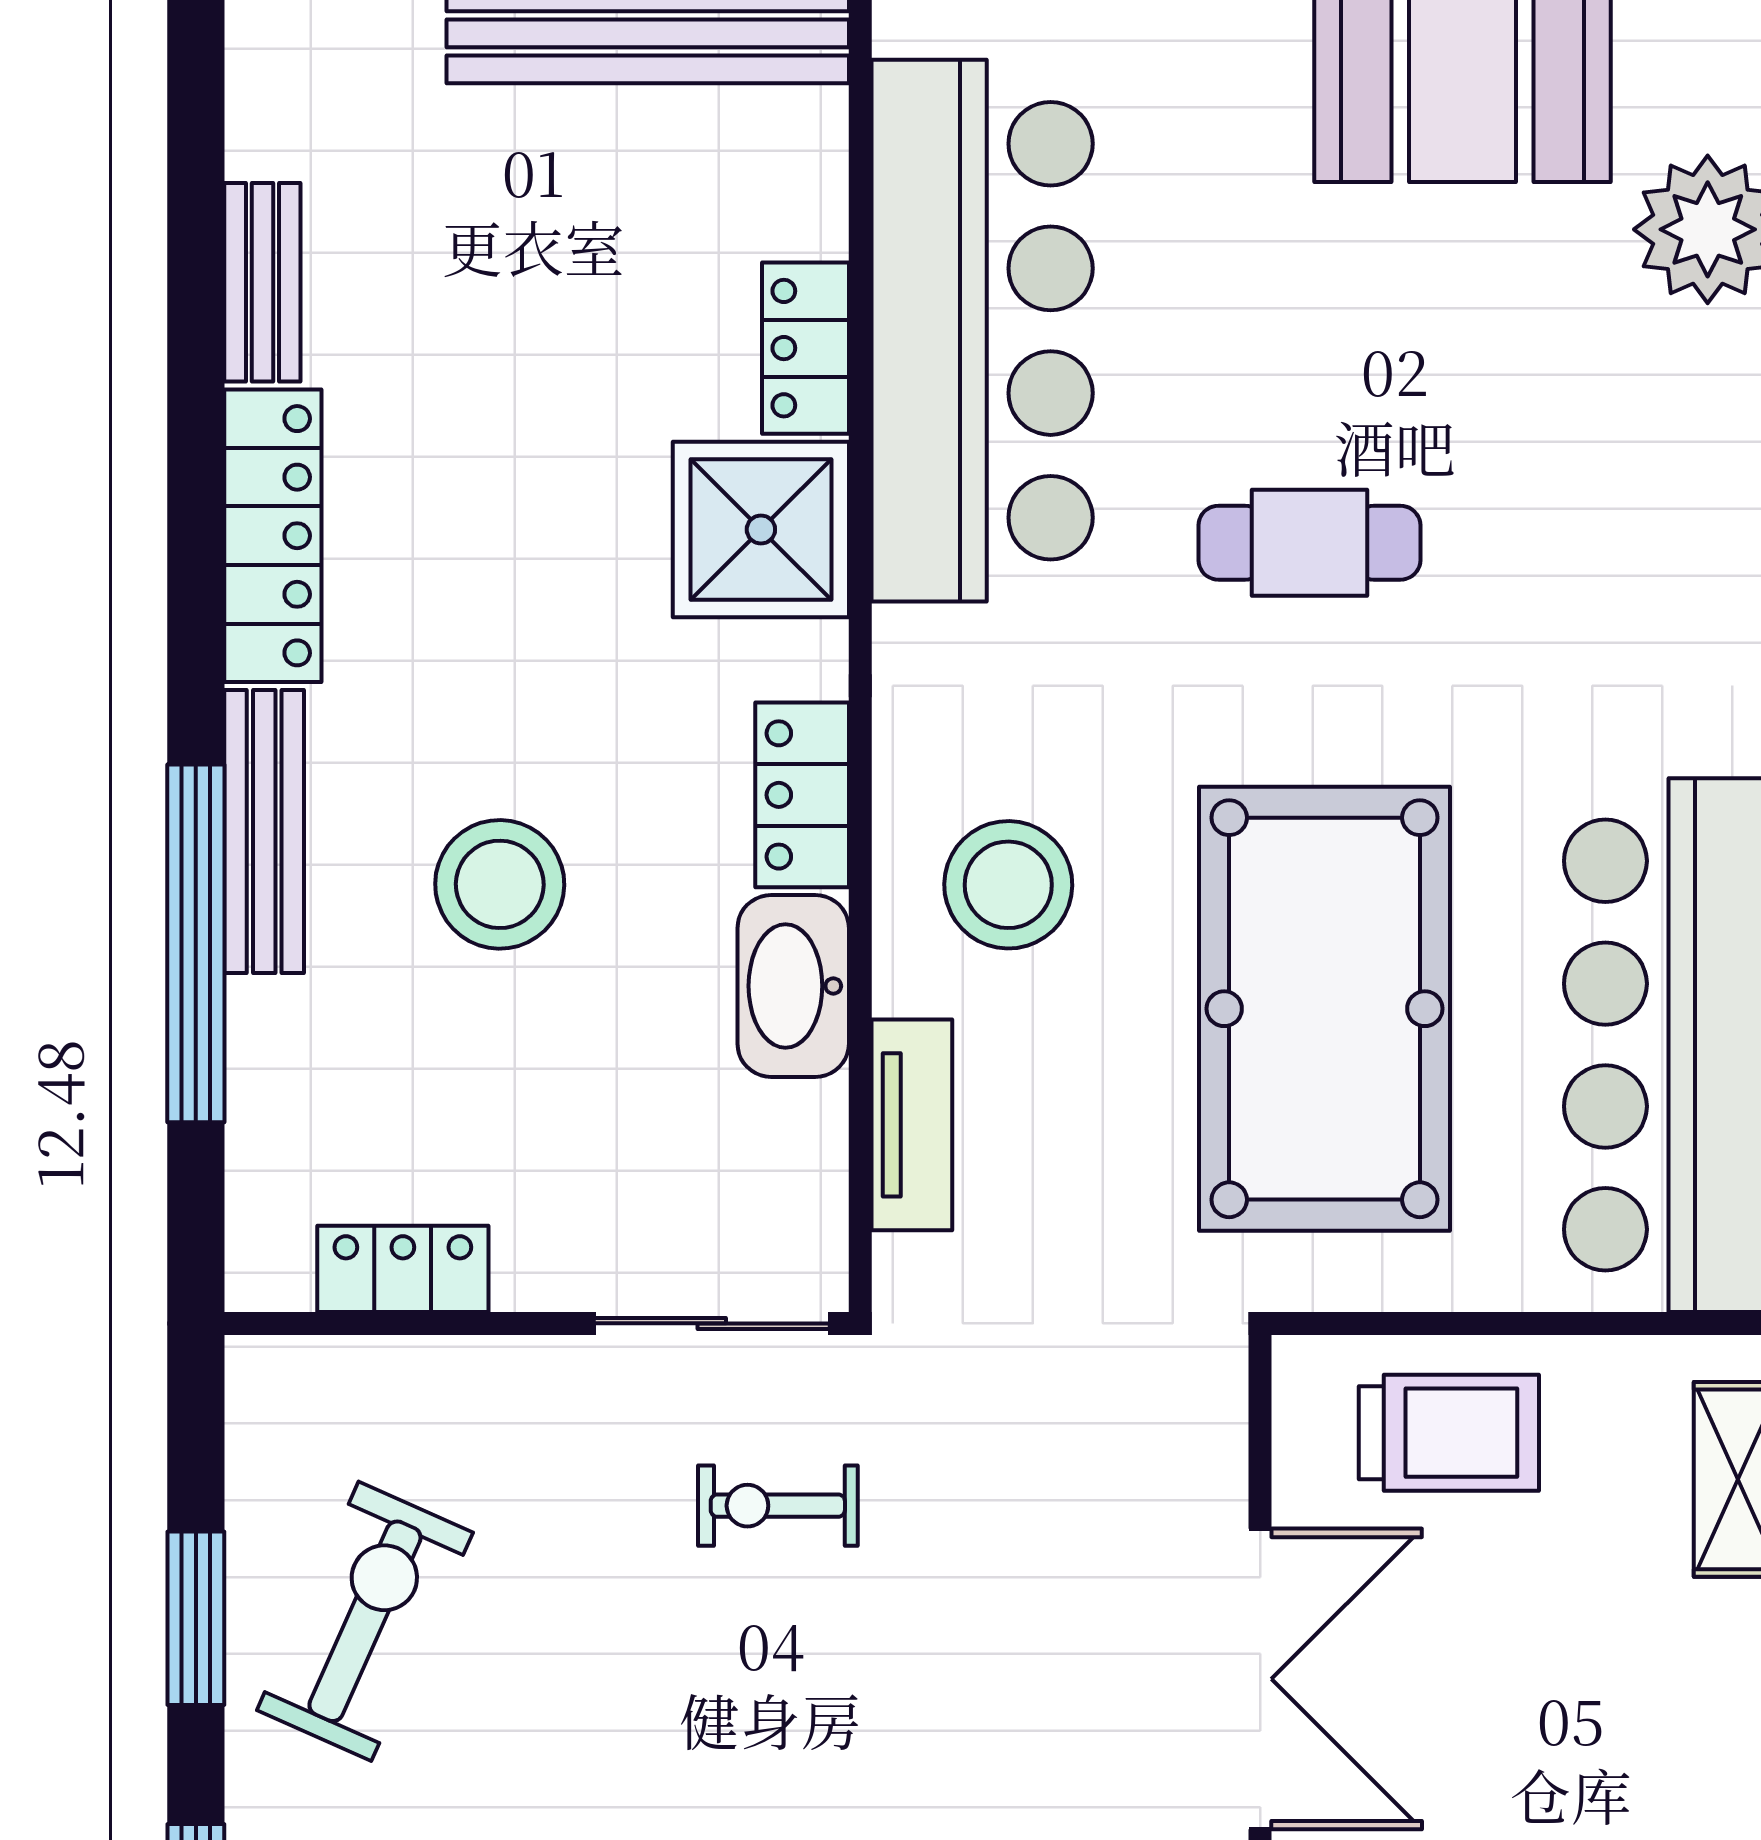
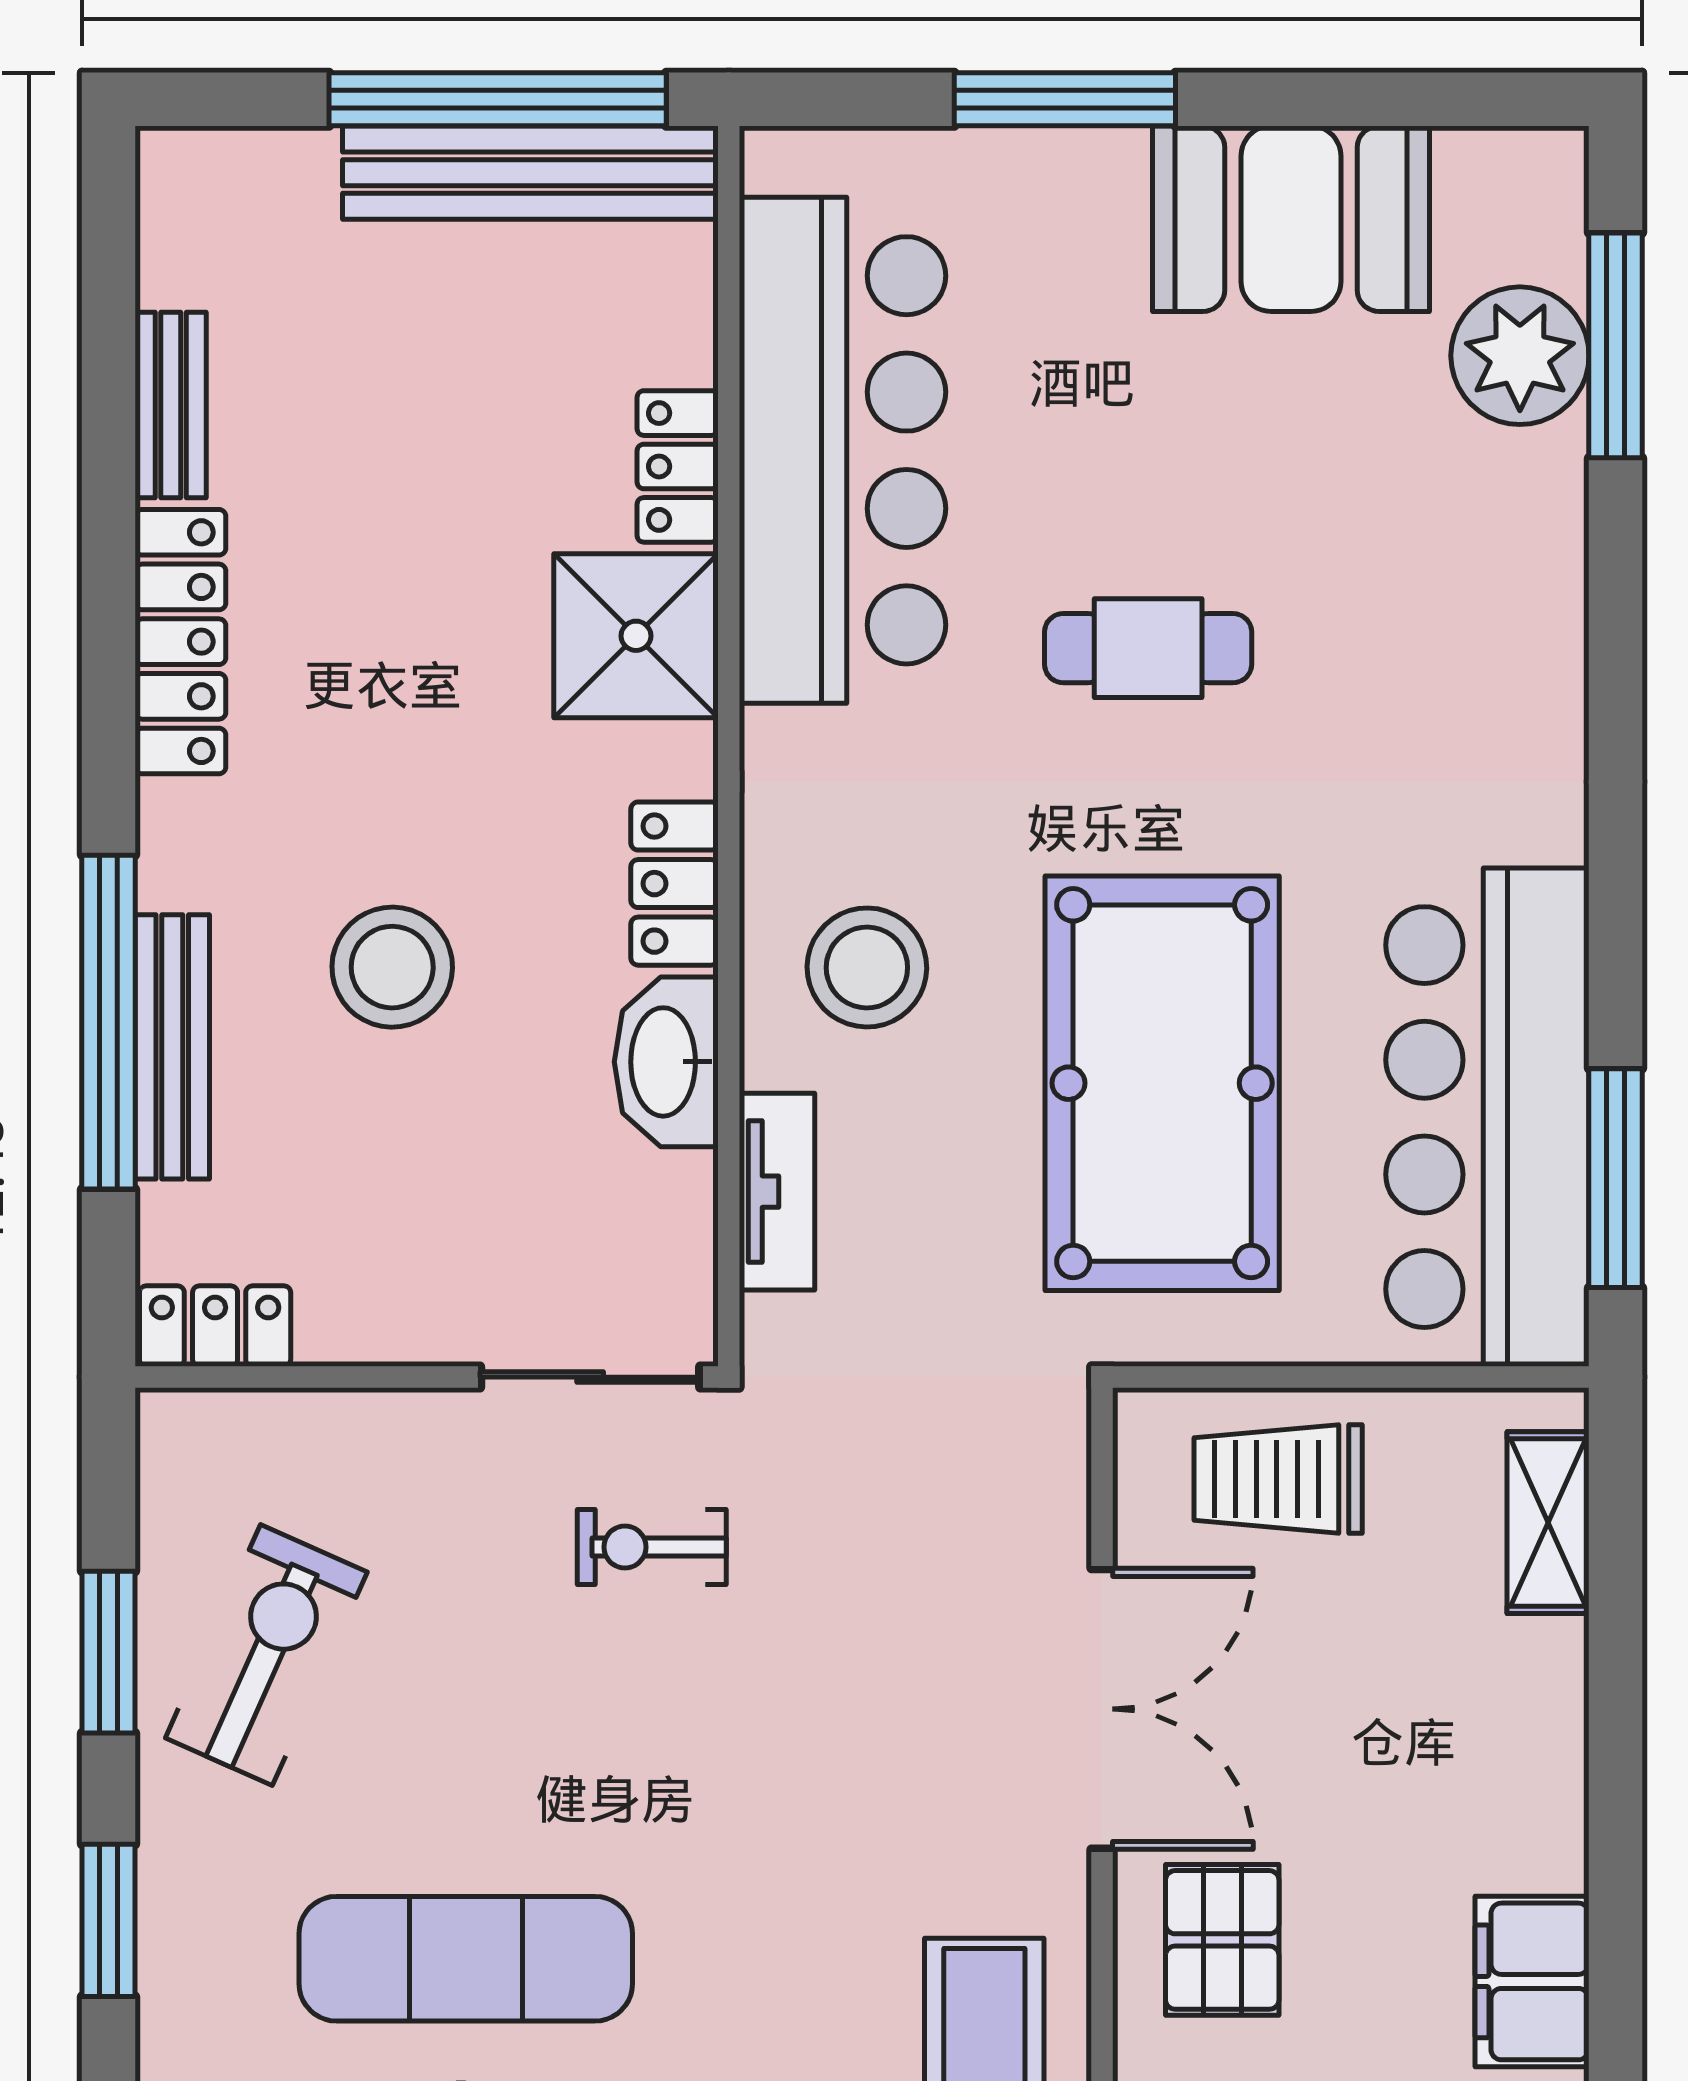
bench: (264, 831) -> (172, 1047), moved
locker: (403, 1269) -> (215, 1326), moved
trolley: (1449, 1433) -> (1278, 1479), turned 180

